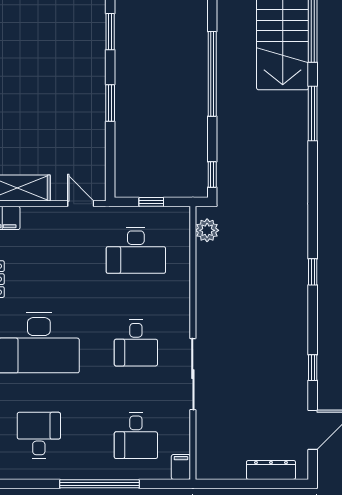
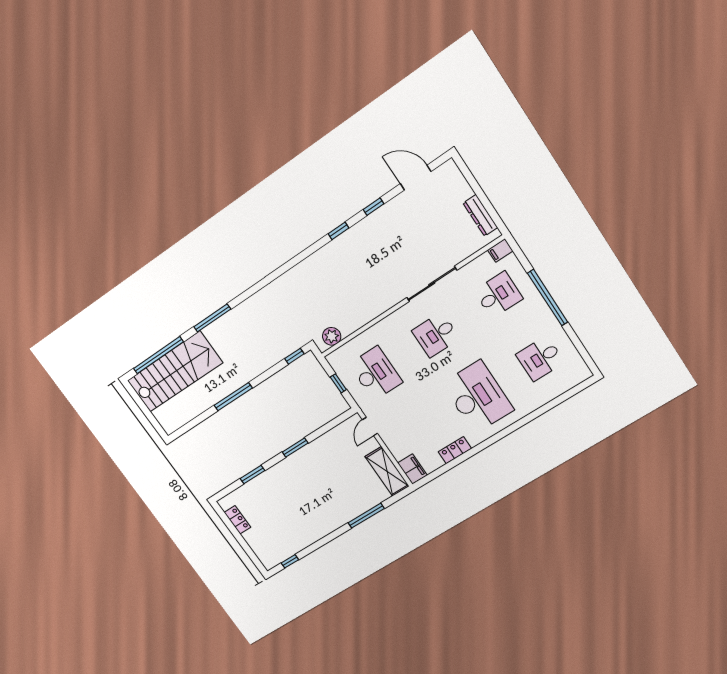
window: (212, 74) -> (233, 397), width x0.68
window: (313, 272) -> (338, 231), moved
desk: (136, 343) -> (436, 335), turned 180
dresser: (271, 470) -> (480, 215), moved

